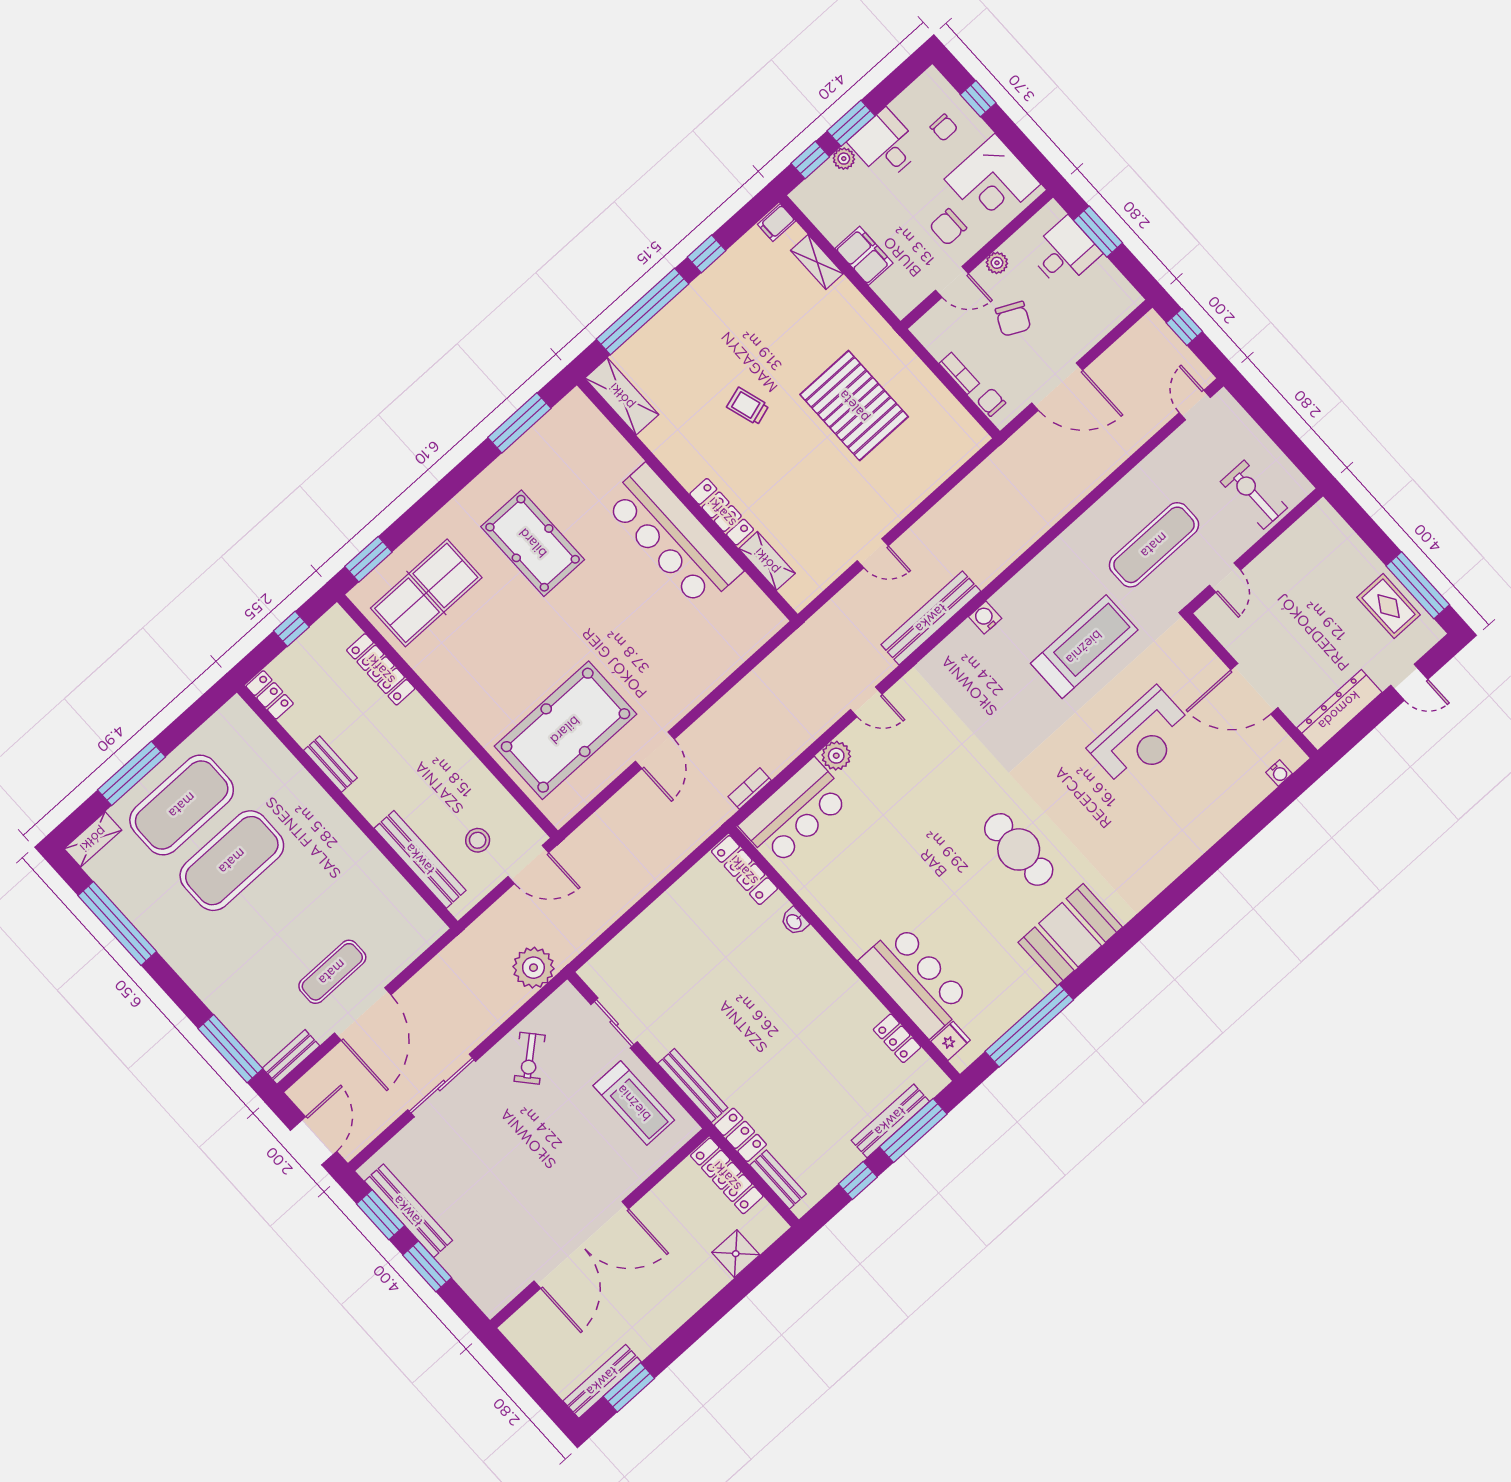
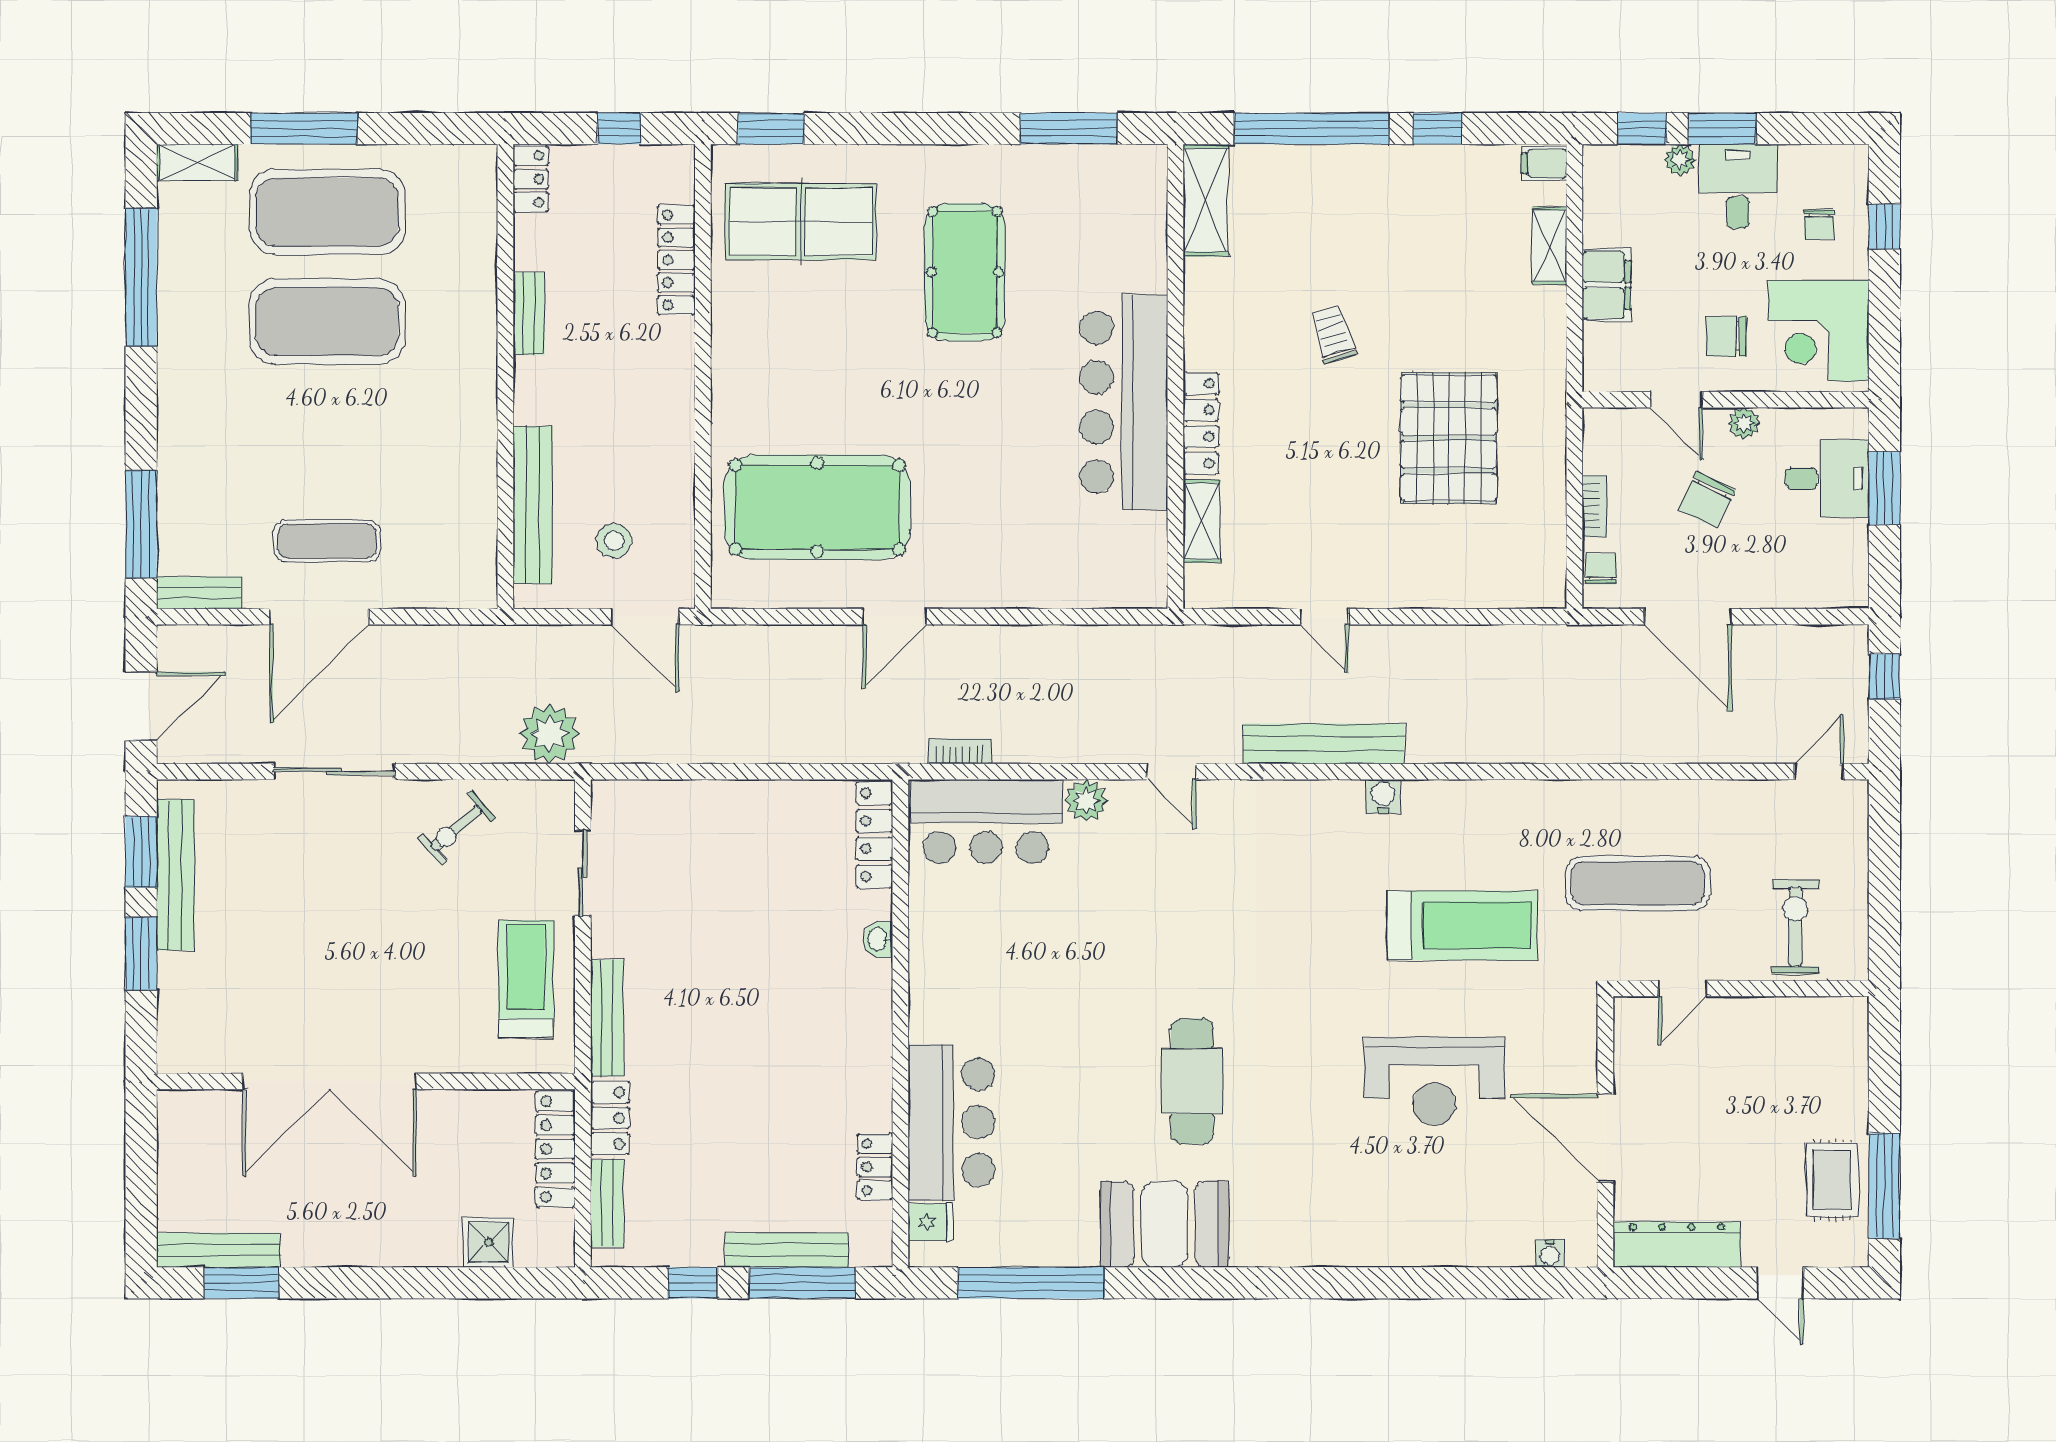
treadmill: (634, 1103) -> (526, 979), turned 180

